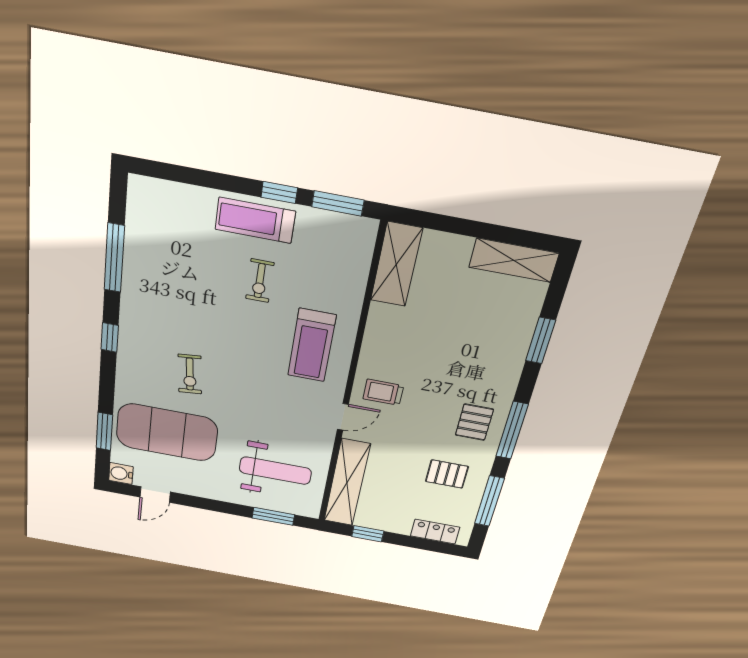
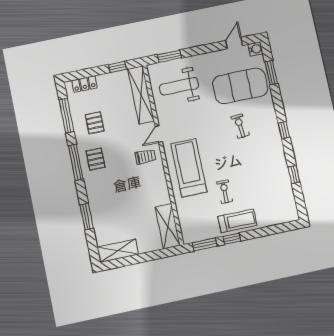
window: (114, 258) -> (294, 174), width x0.46
treadmill: (312, 345) -> (189, 168), width x1.37, depth x1.38
pallet: (447, 474) -> (95, 123), turned 90

